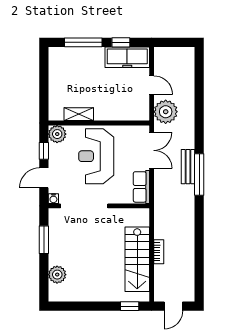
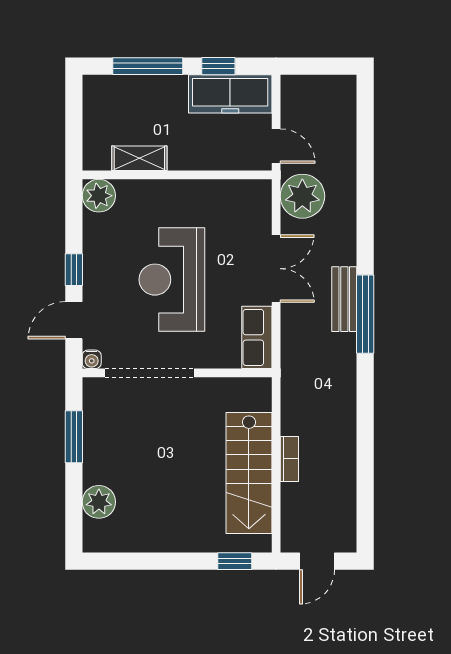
shelving: (79, 114) -> (139, 158), moved
wall: (99, 123) -> (177, 175), moved
plant: (57, 134) -> (99, 196), moved

